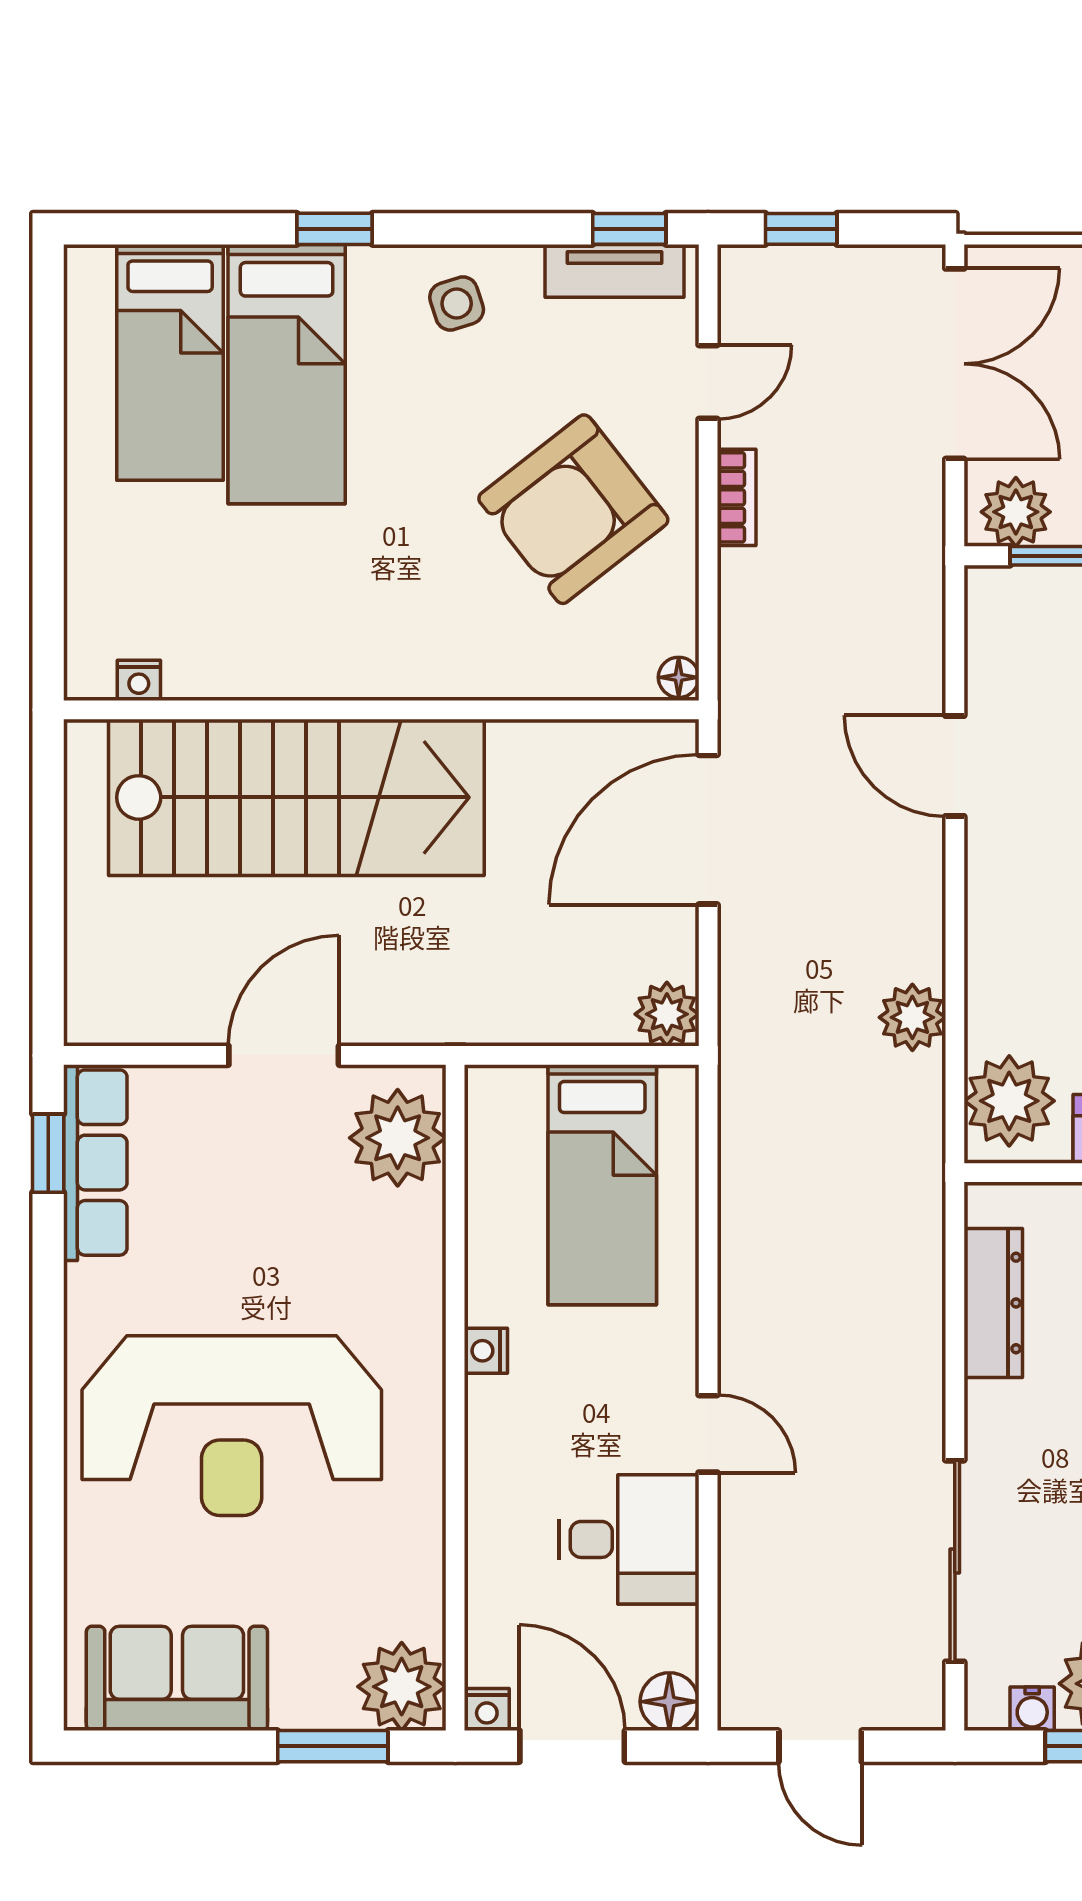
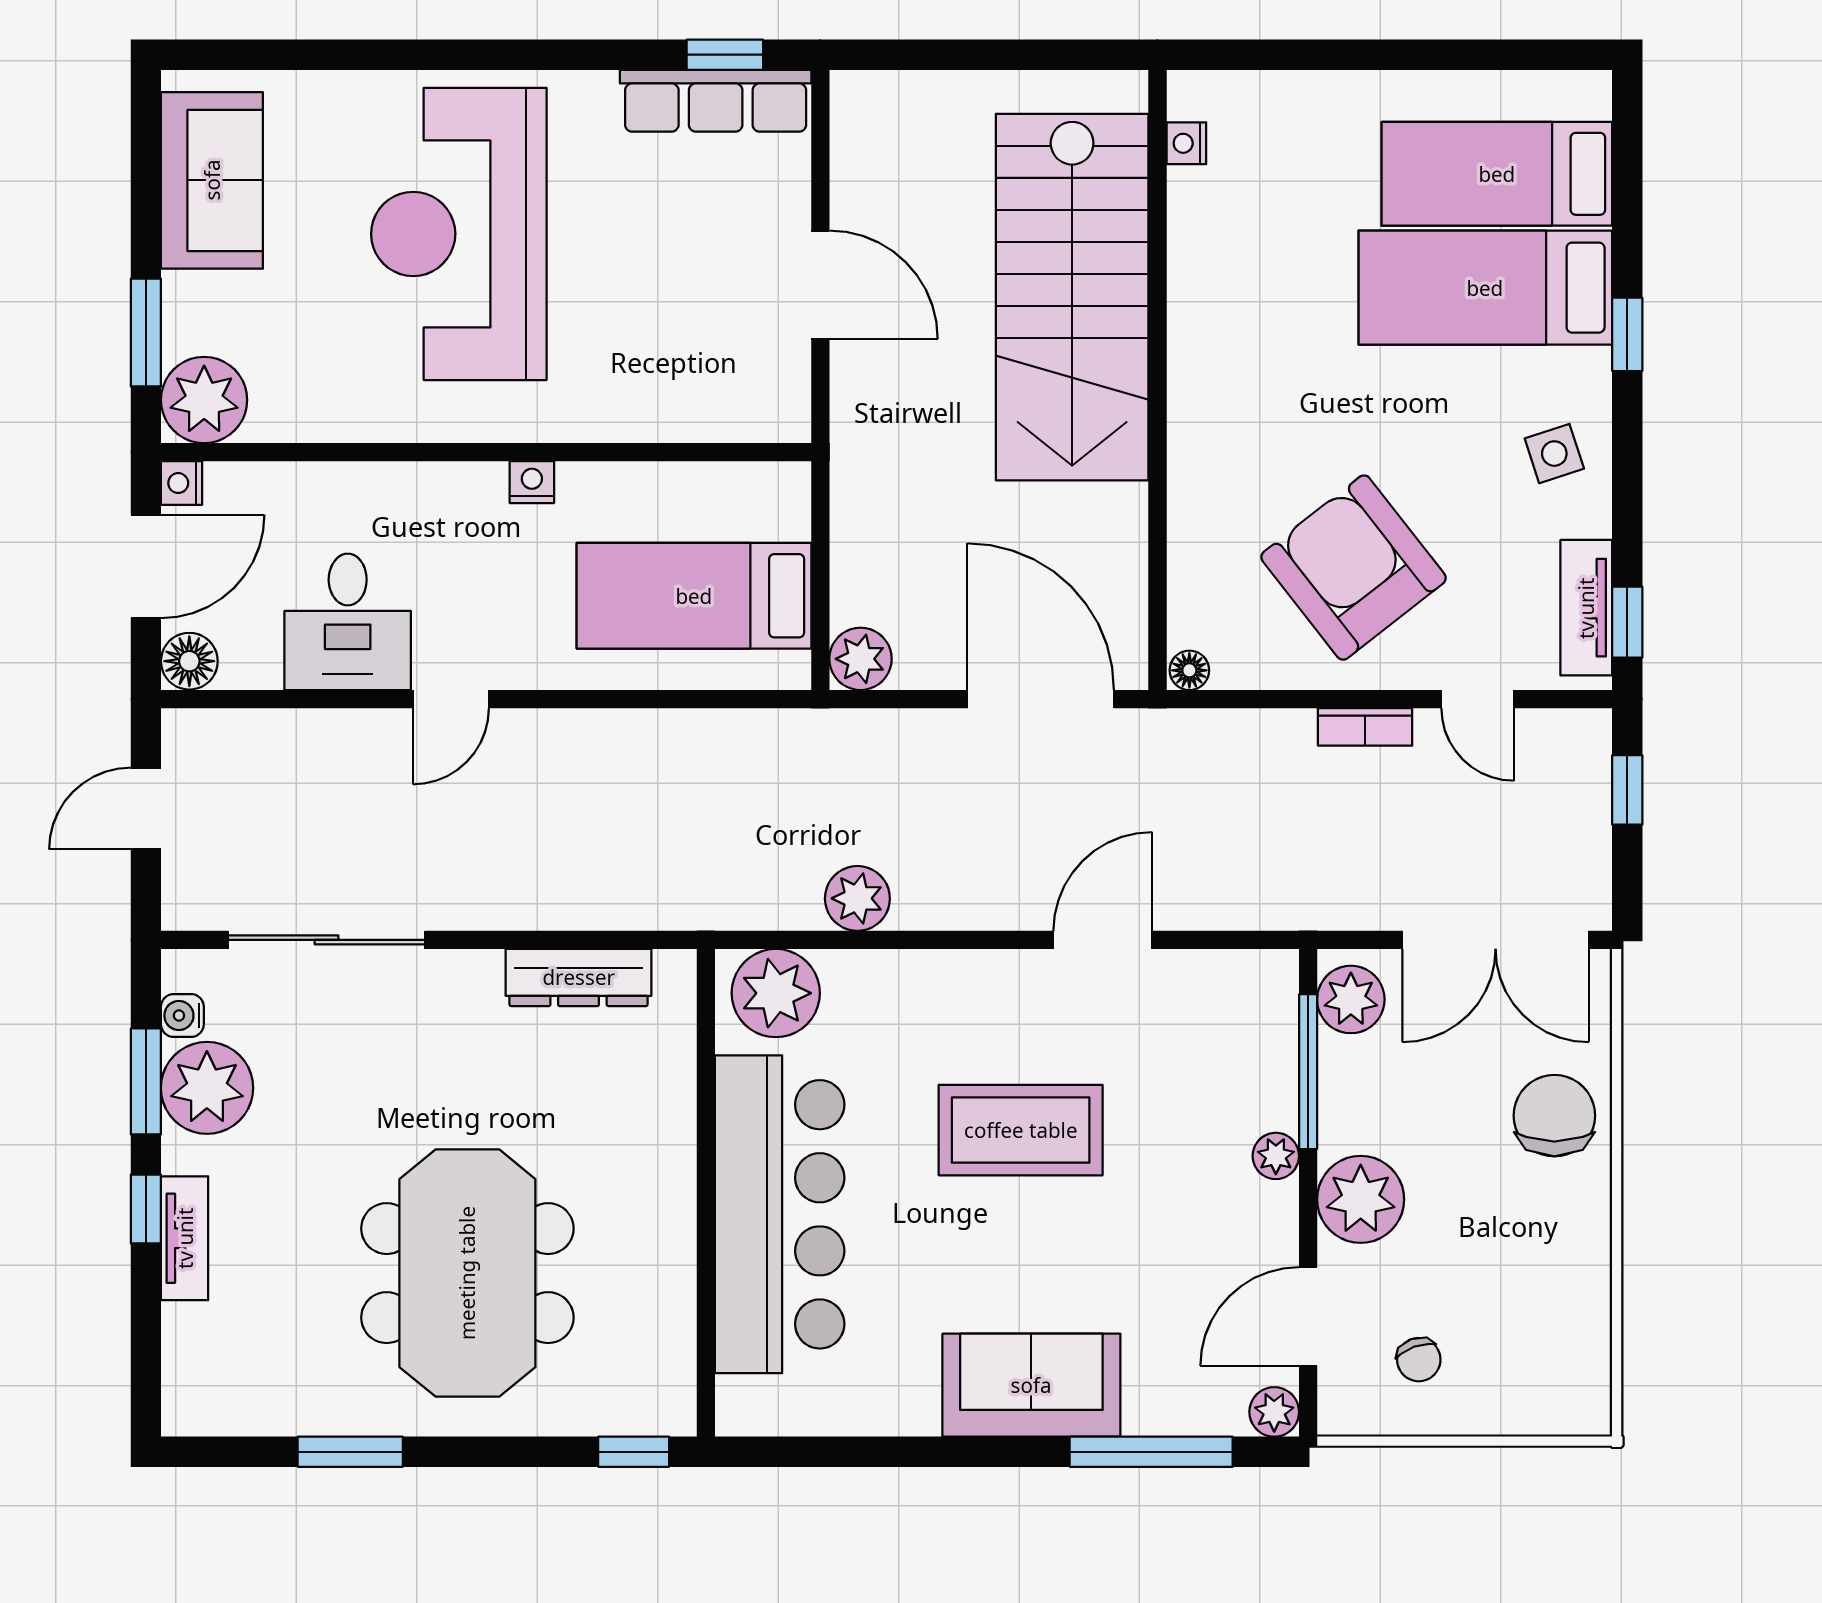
plant: (398, 1138) -> (740, 396), removed

